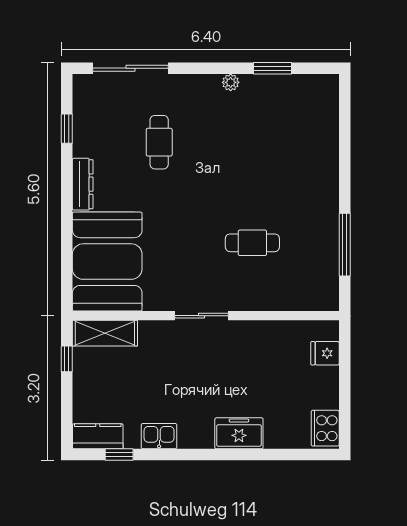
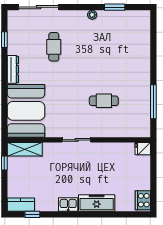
fridge: (325, 353) -> (143, 149), moved
freezer: (239, 433) -> (97, 203), width x1.40
kitchen sink: (159, 436) -> (68, 204), moved

